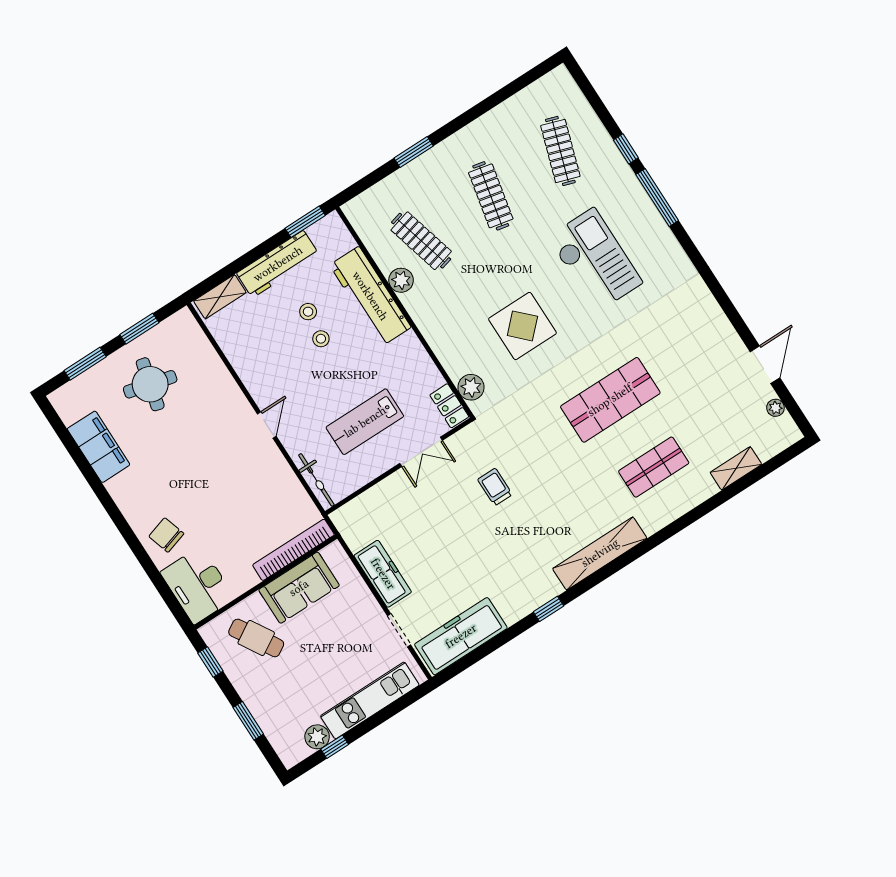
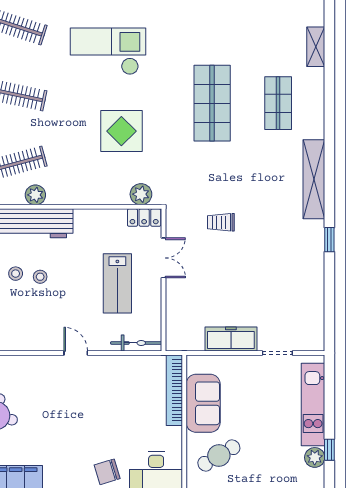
freezer: (461, 636) -> (309, 313), removed

